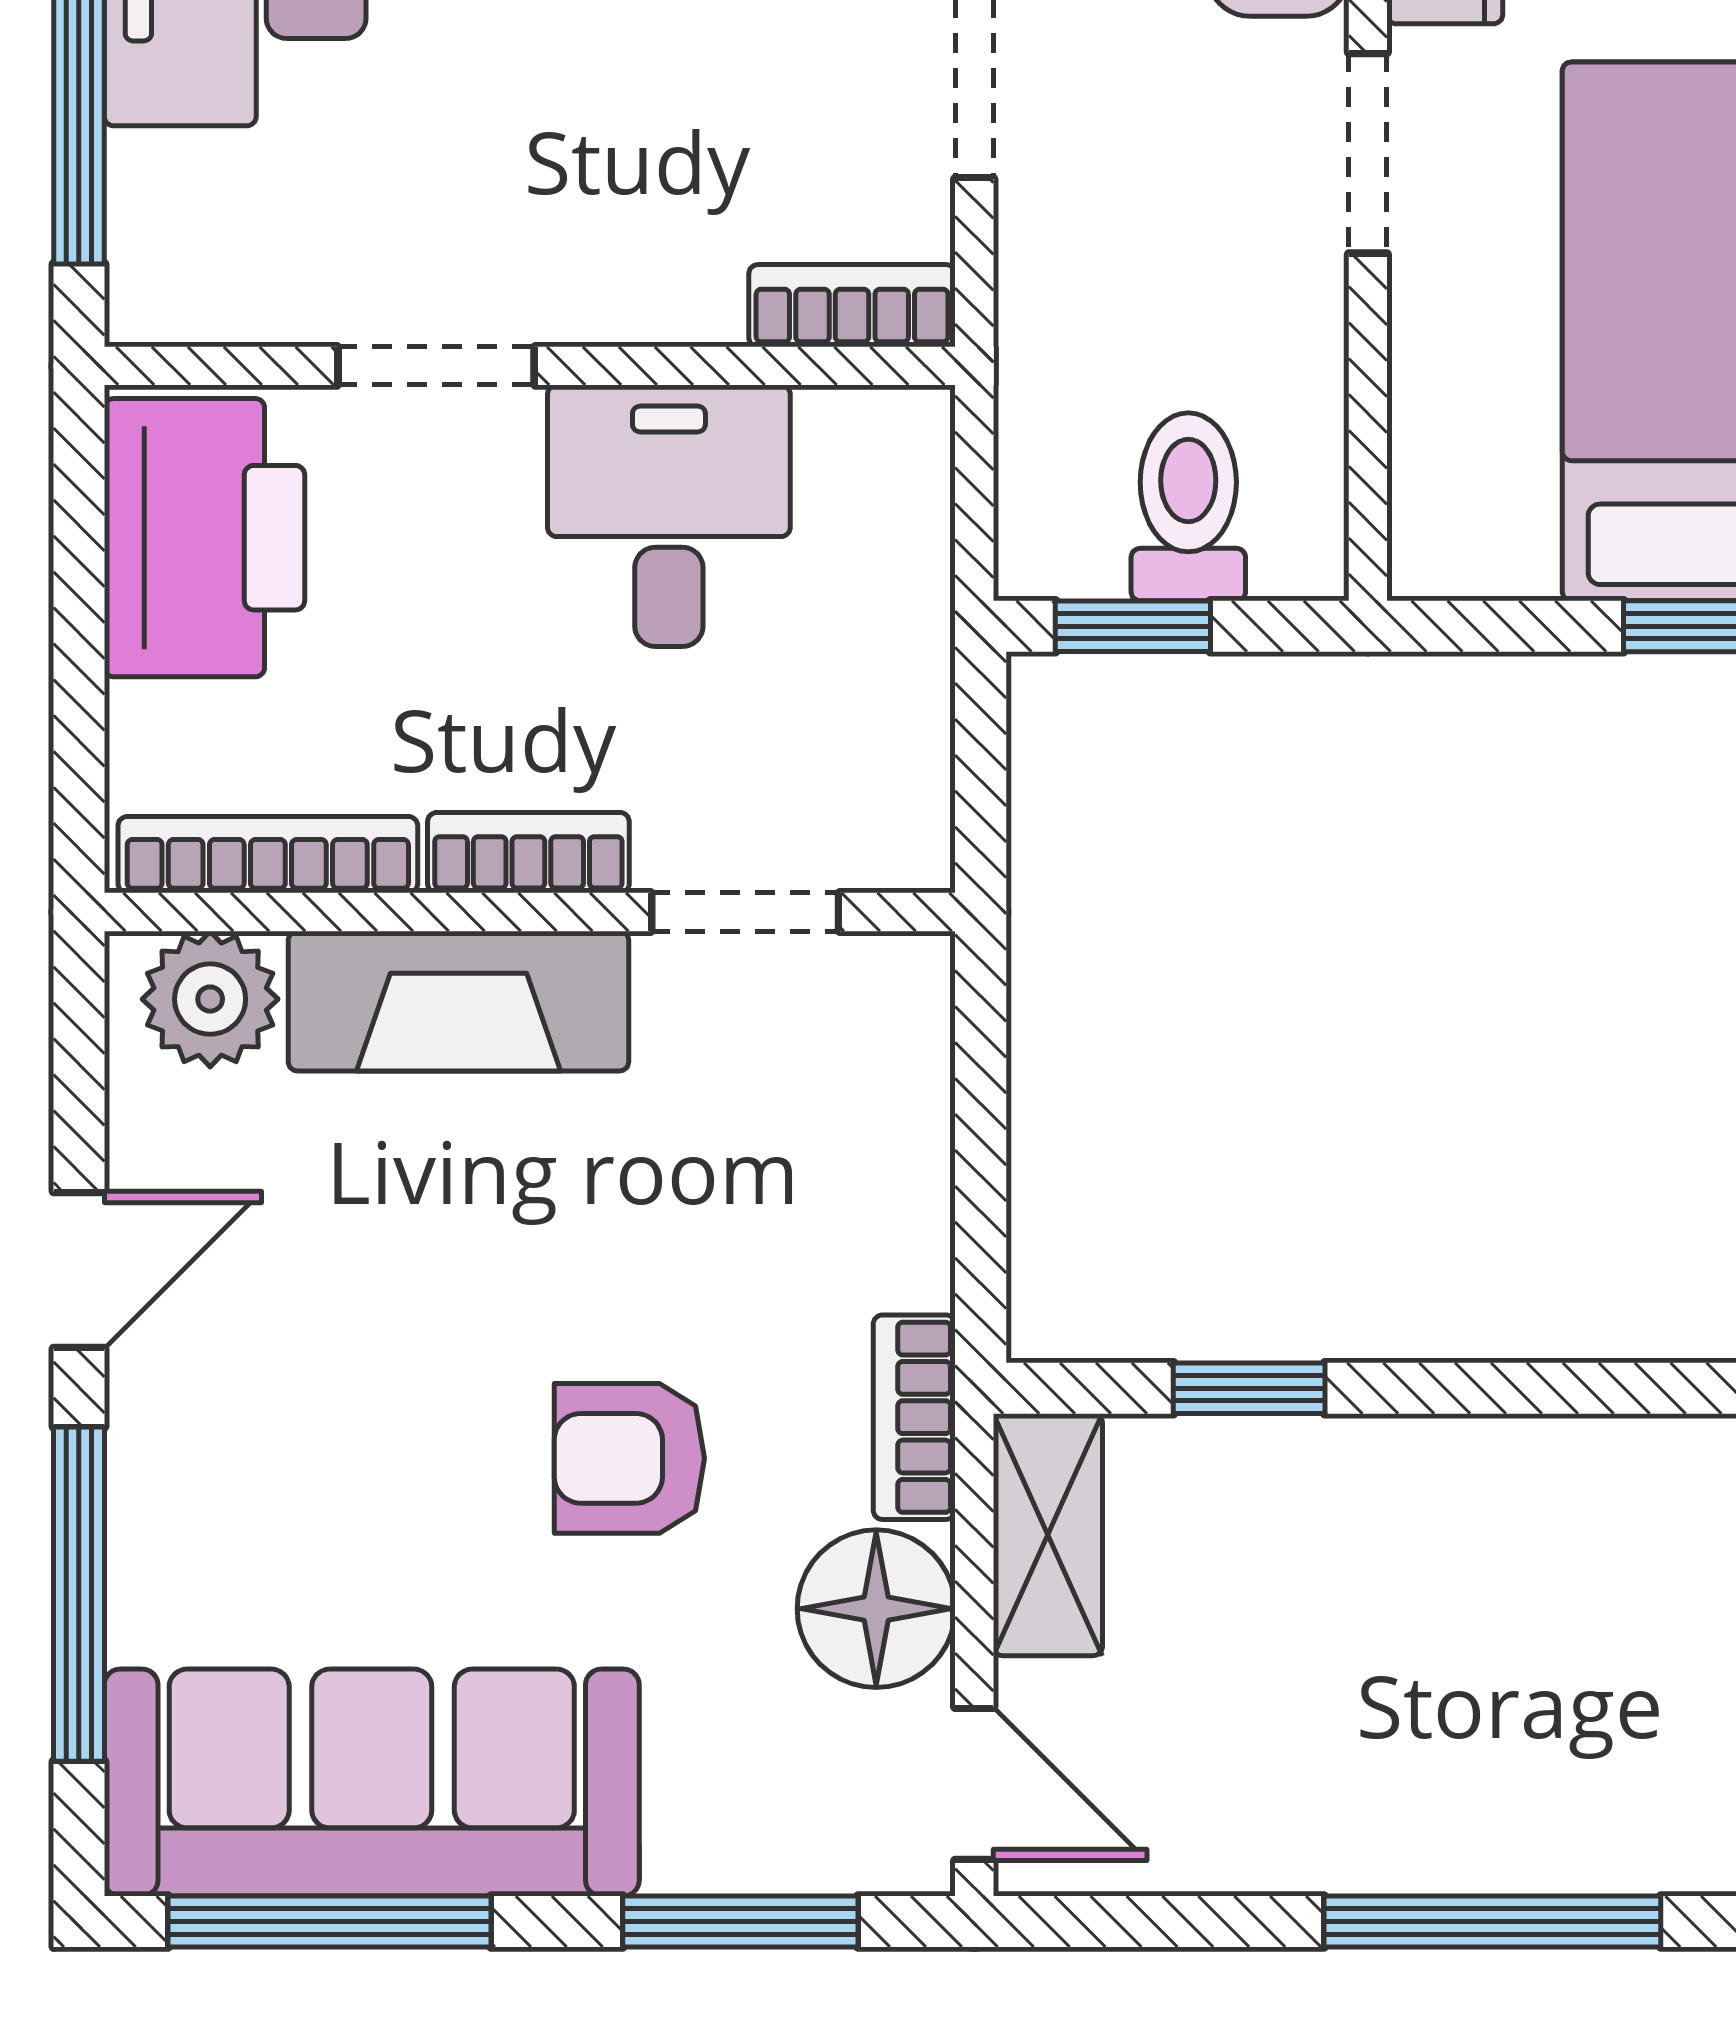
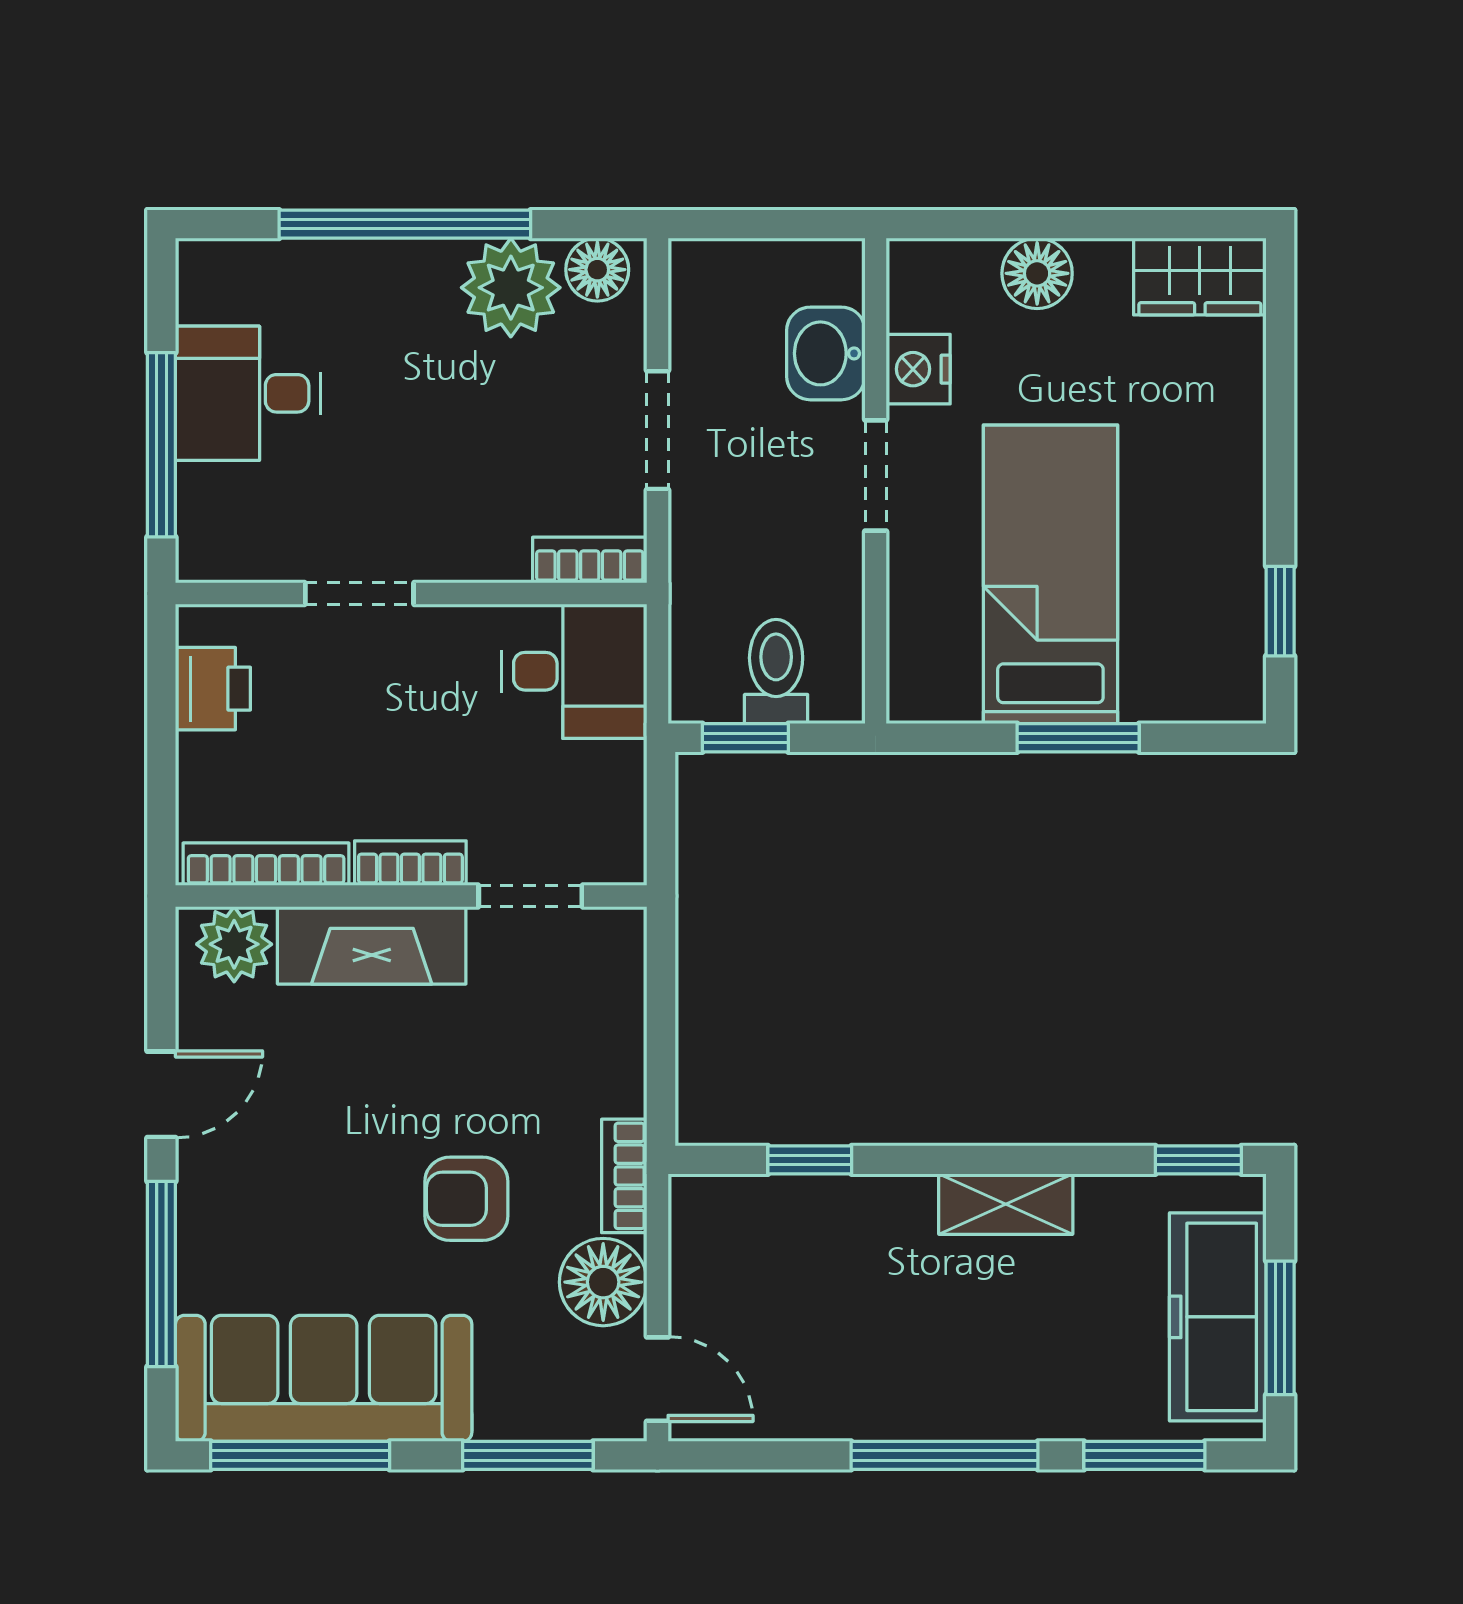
desk: (669, 516) -> (574, 671), moved, turned 90
printer: (204, 538) -> (213, 689), width x0.53, depth x0.68
shelving: (1048, 1535) -> (1006, 1204), moved, turned 90

